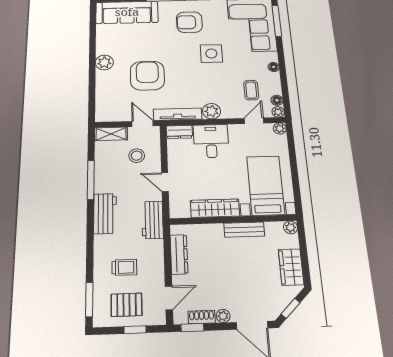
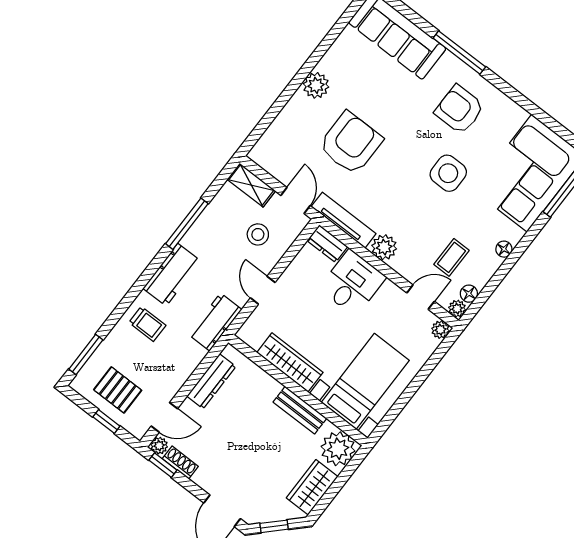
plant: (290, 227) -> (338, 449), width x1.87, depth x1.87
trolley: (124, 267) -> (147, 324), moved
plant: (223, 316) -> (159, 446), moved

